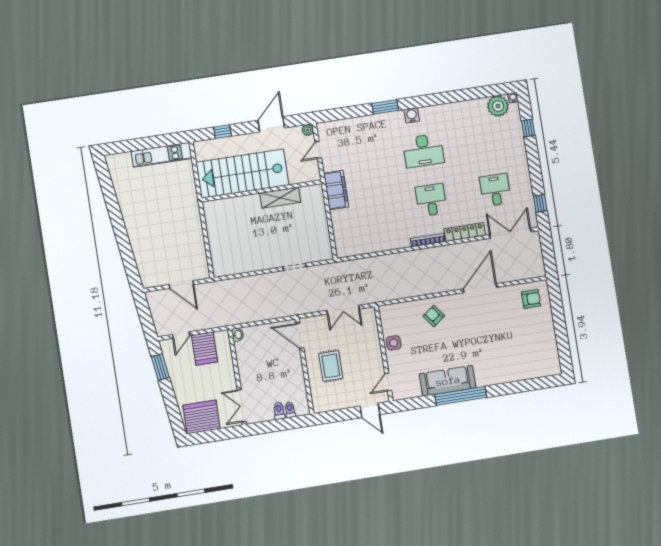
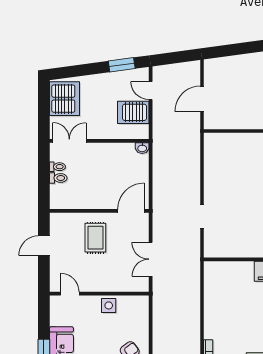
rug: (331, 366) -> (95, 238), turned 90
toilet: (290, 410) -> (57, 167), moved
door: (370, 410) -> (44, 246), moved

